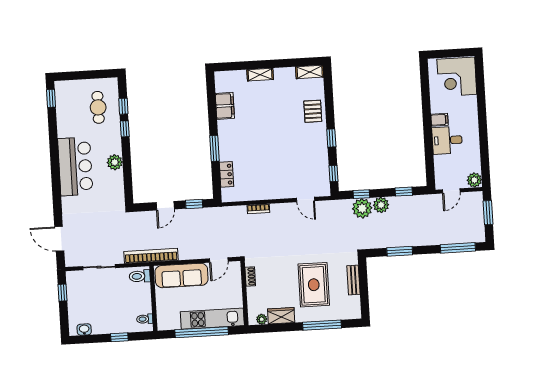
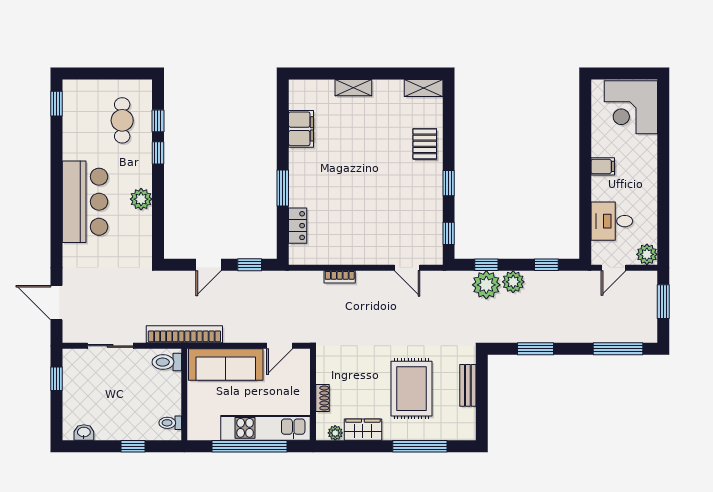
desk: (447, 140) -> (612, 221), moved
shoe rack: (250, 277) -> (323, 398), moved

